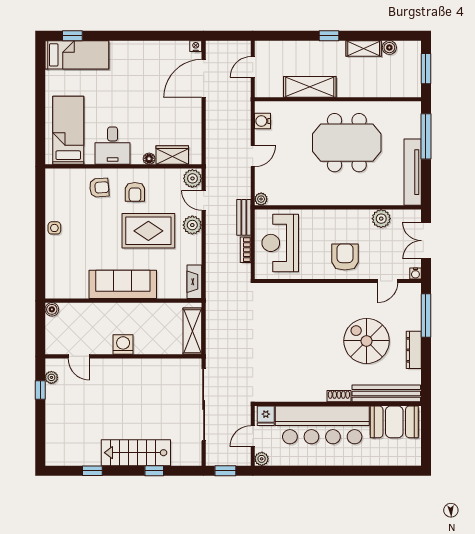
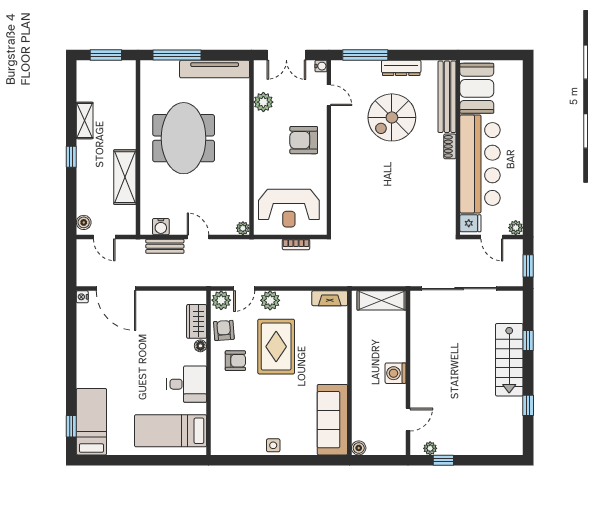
boiler: (389, 48) -> (84, 222), moved
armchair: (99, 188) -> (224, 330), moved
bench: (244, 217) -> (165, 246), moved
sofa: (123, 284) -> (332, 420), moved

